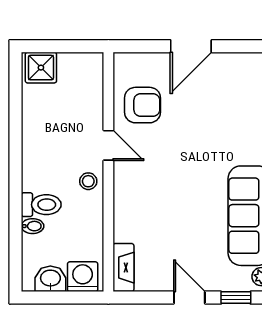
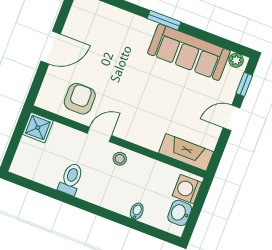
door: (191, 46) -> (51, 48), hinge flipped
shower: (41, 68) -> (38, 128), moved
toilet: (41, 205) -> (71, 179), moved
fireplace: (123, 268) -> (186, 152), width x1.37, depth x1.32

